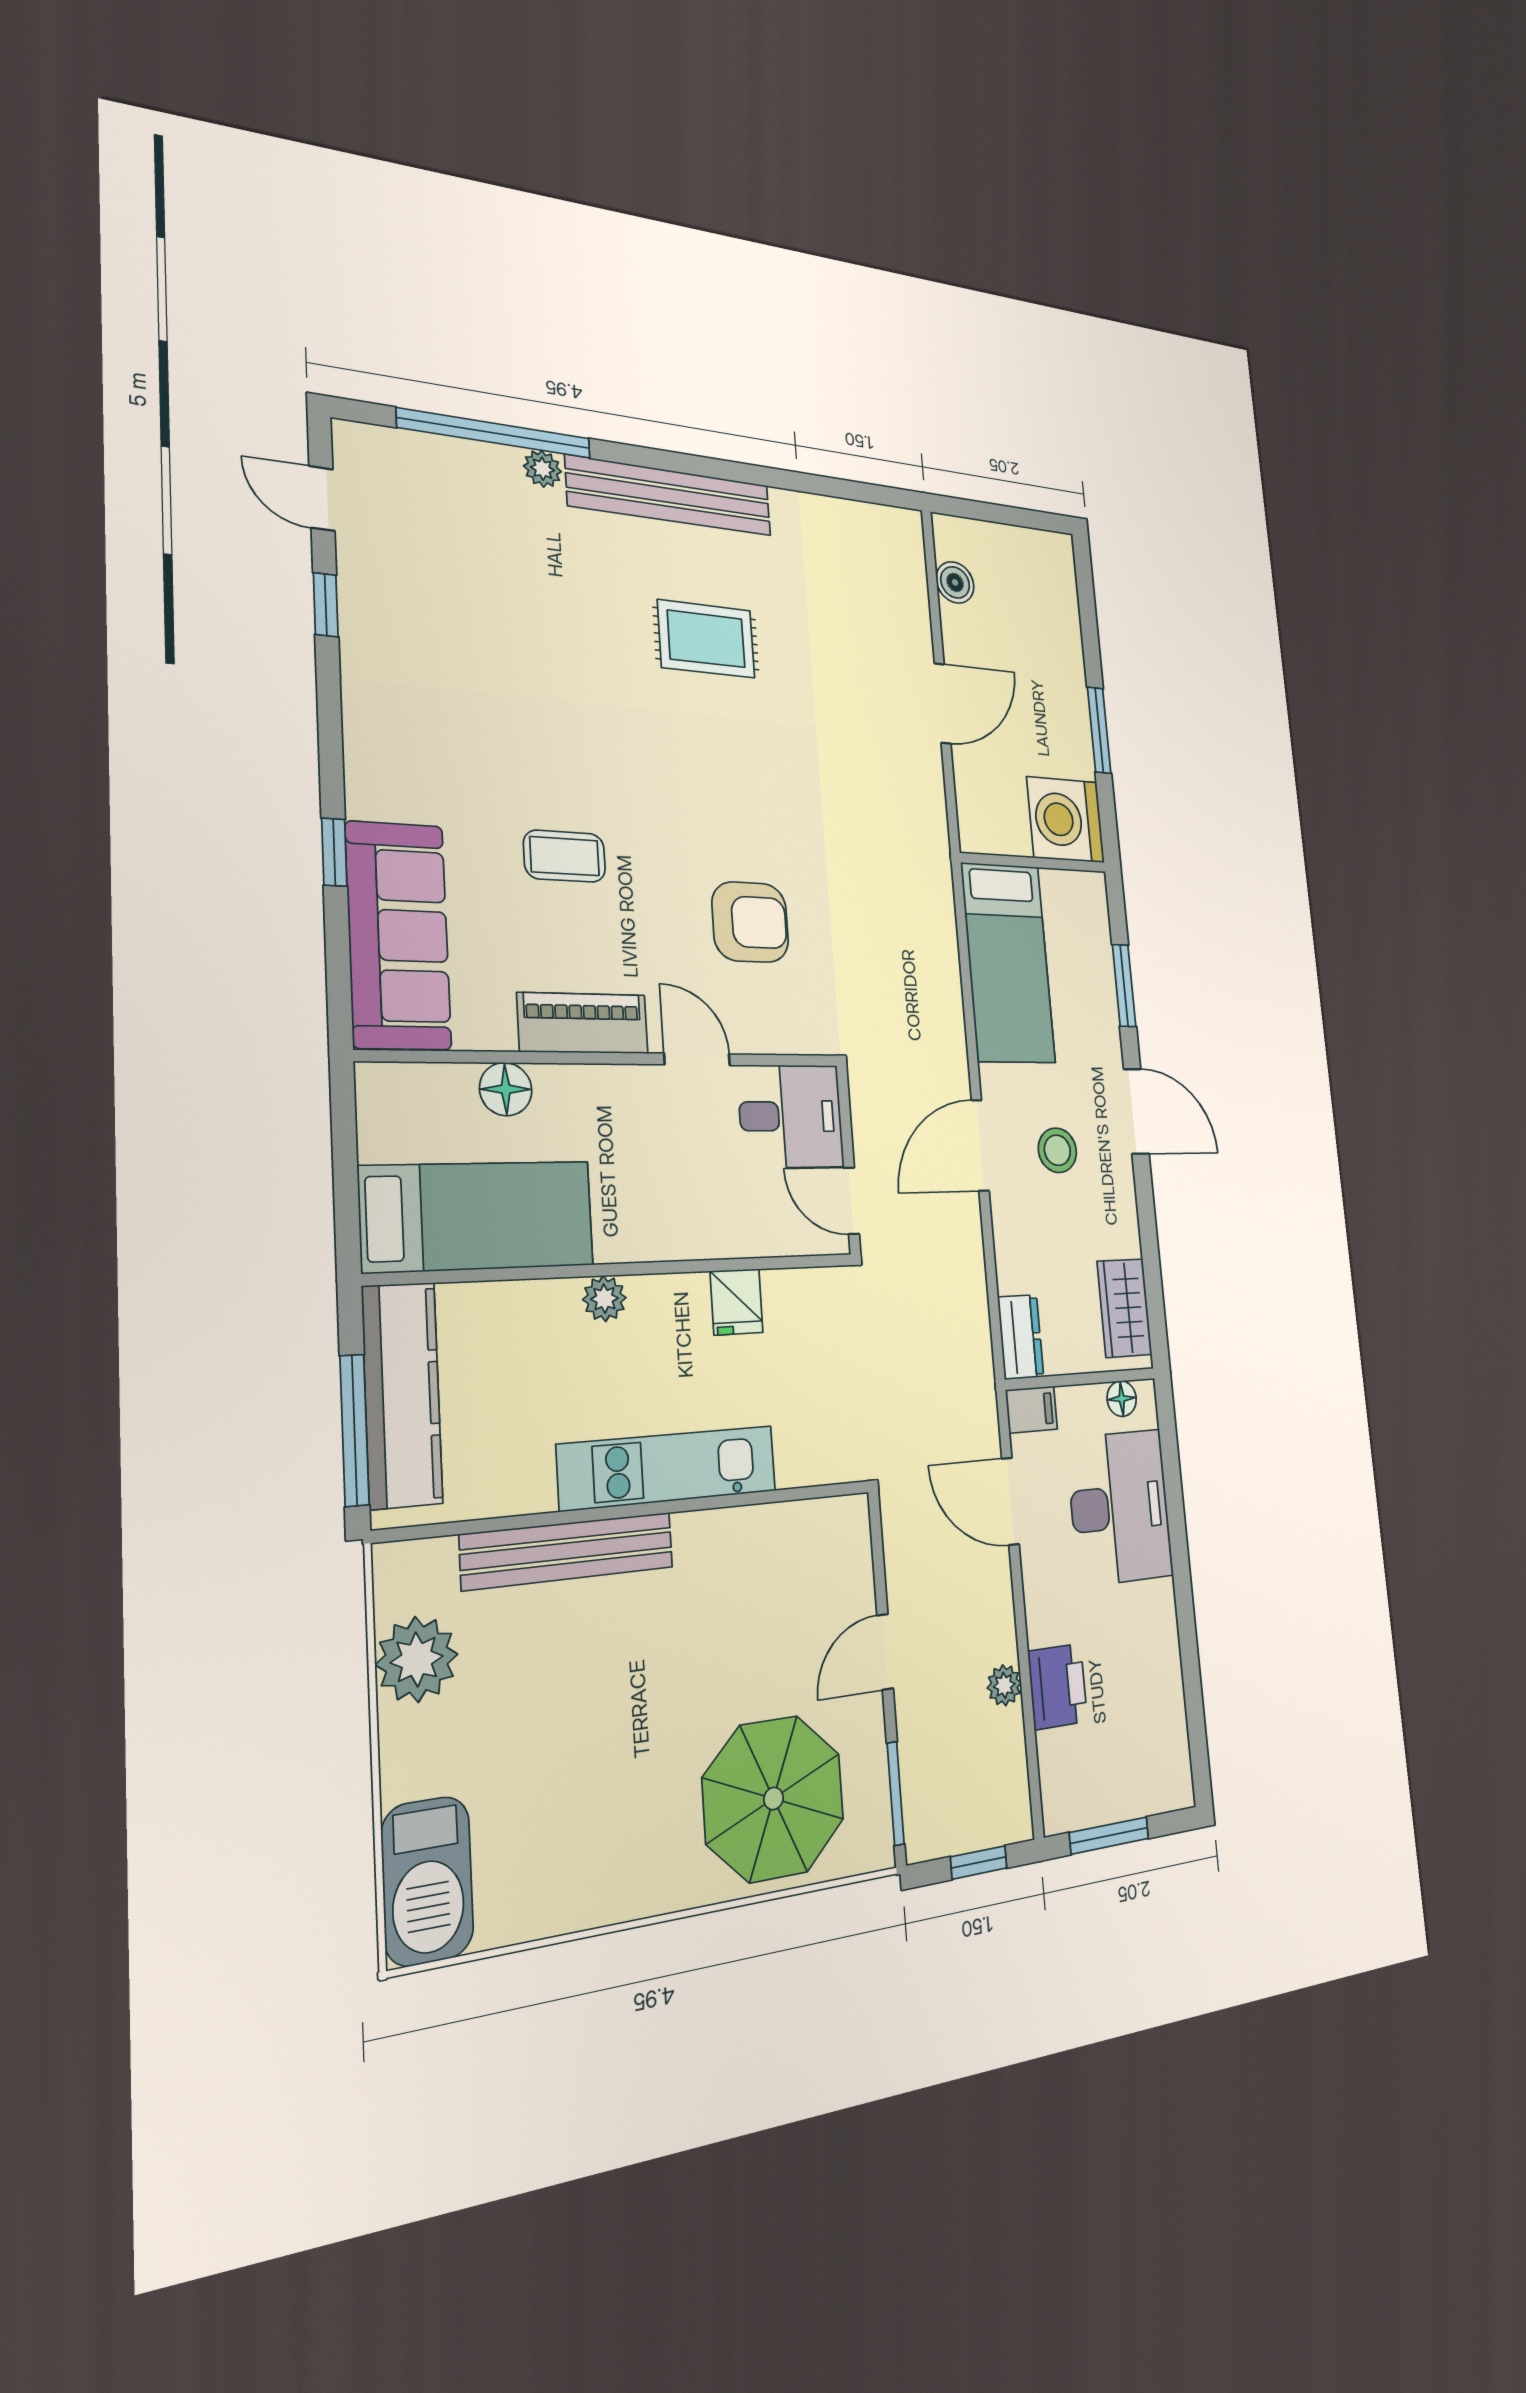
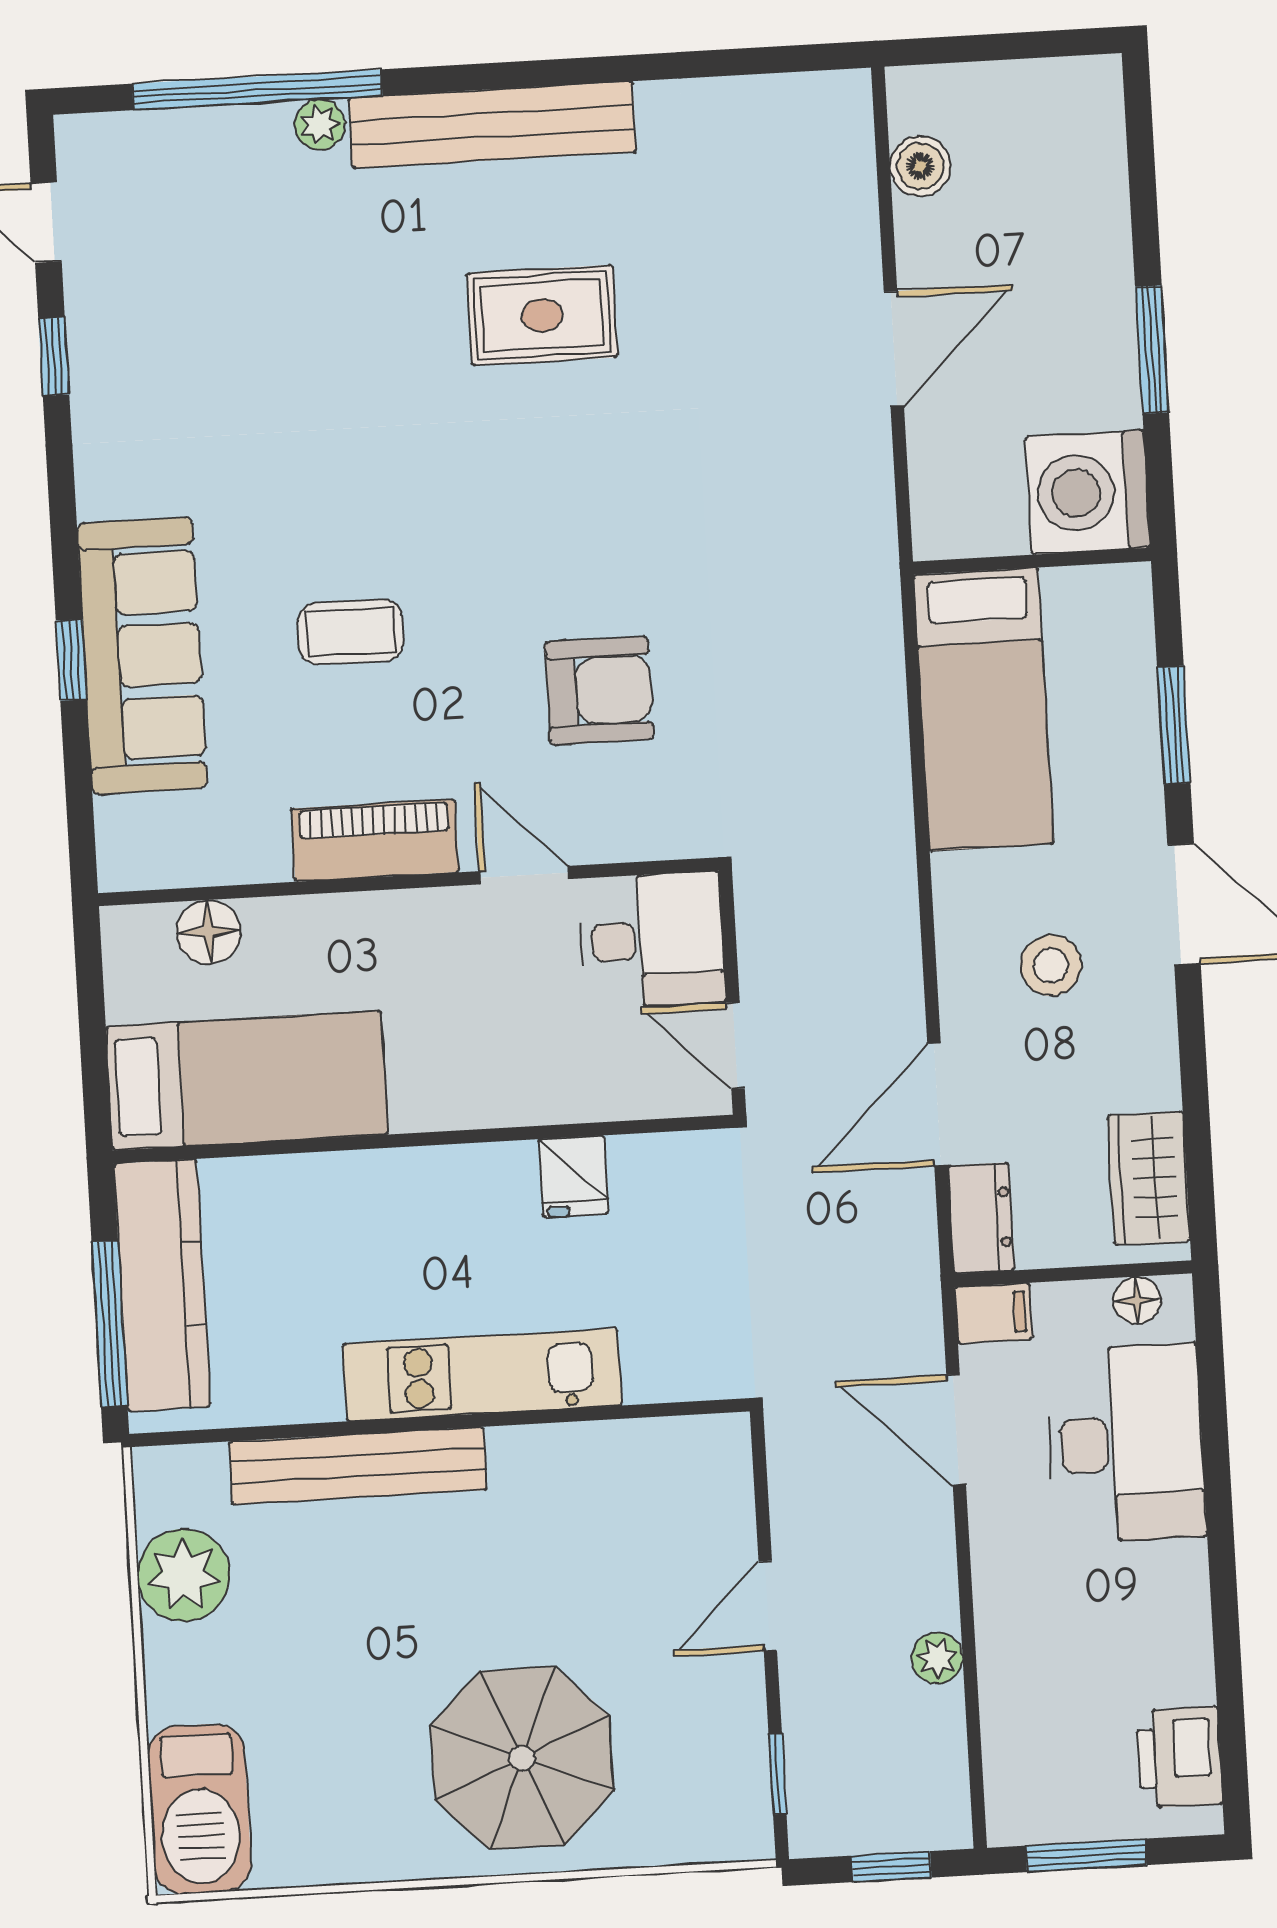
sofa: (398, 935) -> (142, 656), moved
floor lamp: (506, 1089) -> (209, 932), moved
door: (980, 1145) -> (937, 1104), moved
plant: (604, 1299) -> (402, 1174), removed
printer: (1058, 1686) -> (1179, 1757), moved, turned 180
window: (896, 1793) -> (777, 1774), width x0.67
parasol: (773, 1799) -> (522, 1758), moved

